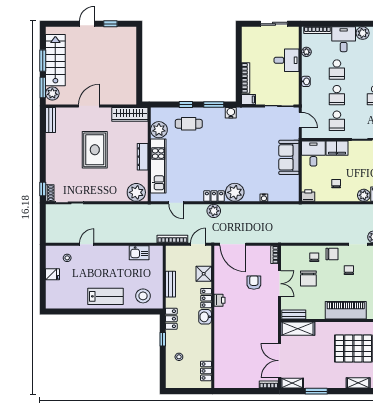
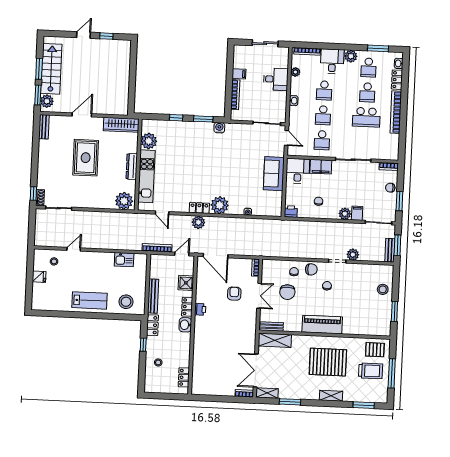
filing cabinet: (249, 99) -> (239, 74), moved
cafe table: (189, 124) -> (178, 137), removed
bench: (171, 284) -> (153, 296), width x1.36

